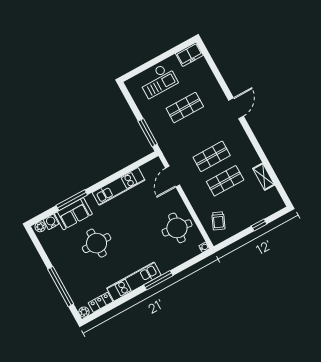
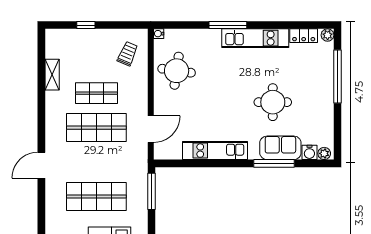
shop shelf: (185, 108) -> (96, 196), width x1.43, depth x1.36
shop shelf: (212, 156) -> (96, 128), width x1.43, depth x1.36

